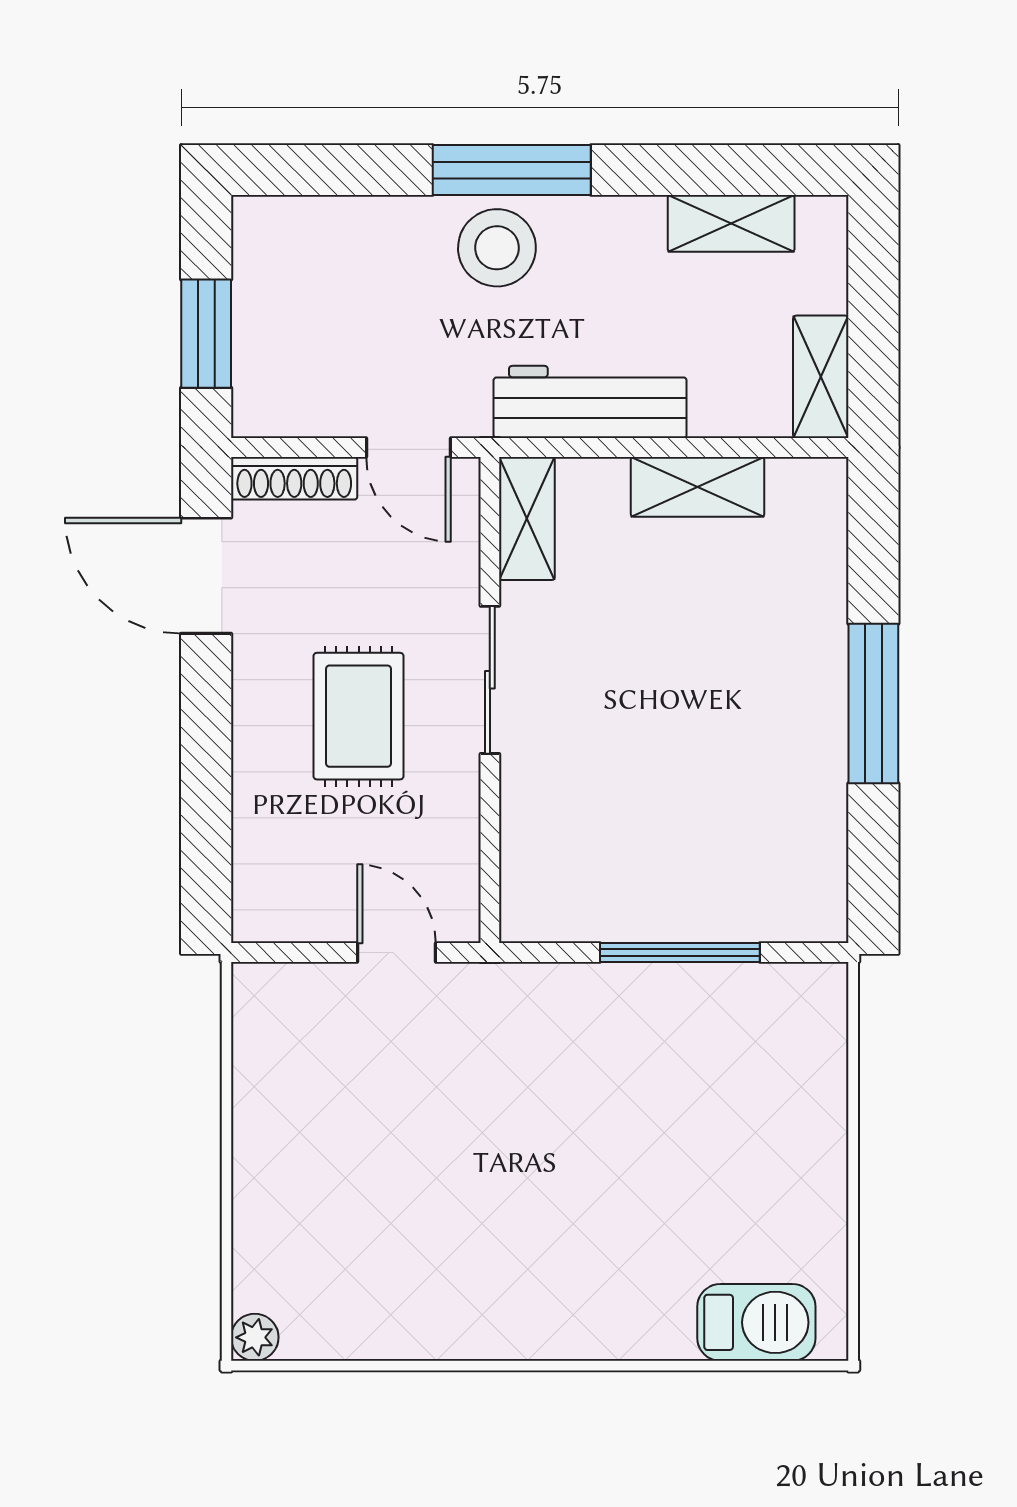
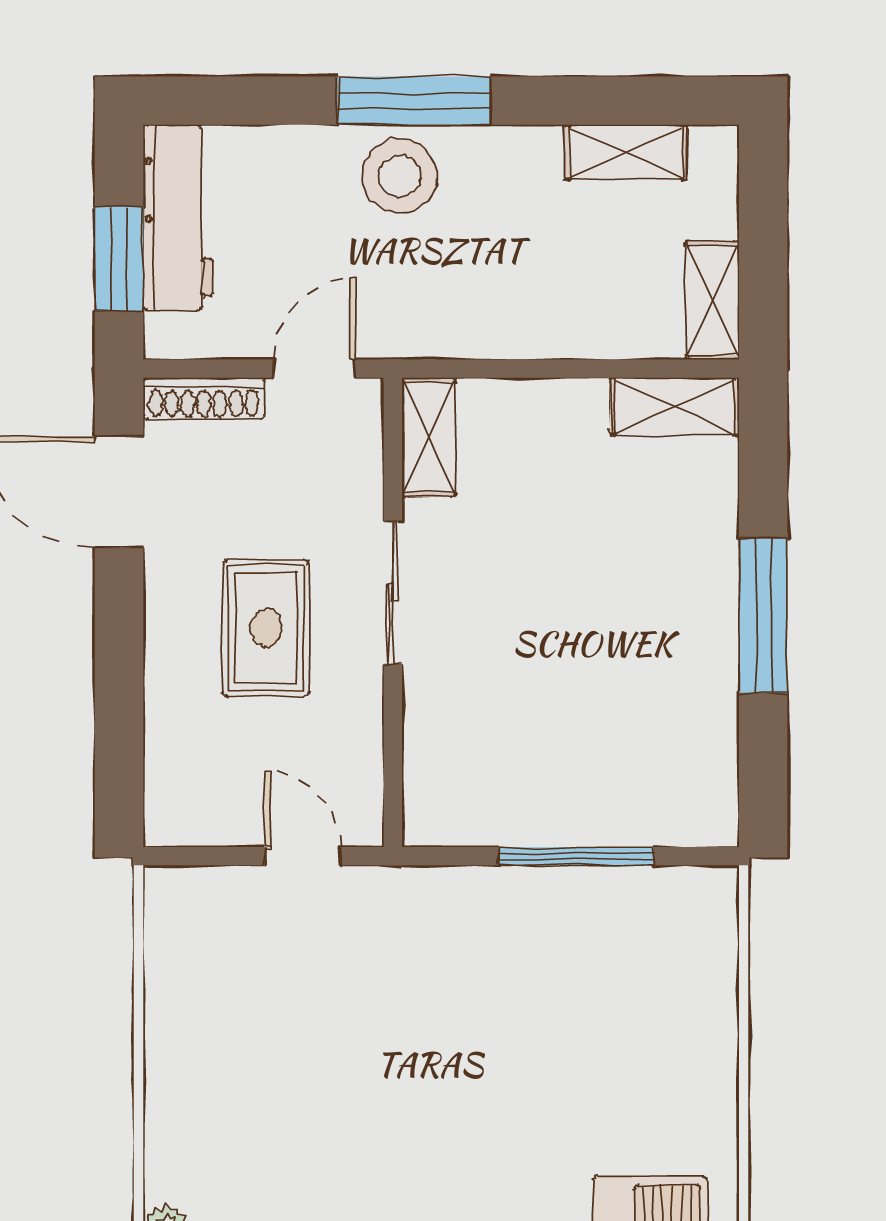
workbench: (590, 402) -> (178, 218), moved, turned 90
door: (408, 447) -> (314, 369), swing flipped
shelving: (698, 487) -> (675, 407), moved

